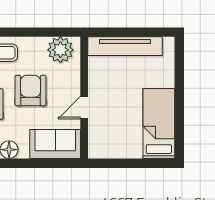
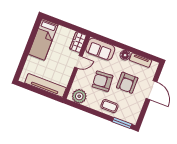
armchair: (31, 91) -> (102, 81), turned 86
wardrobe: (98, 141) -> (78, 42), added

